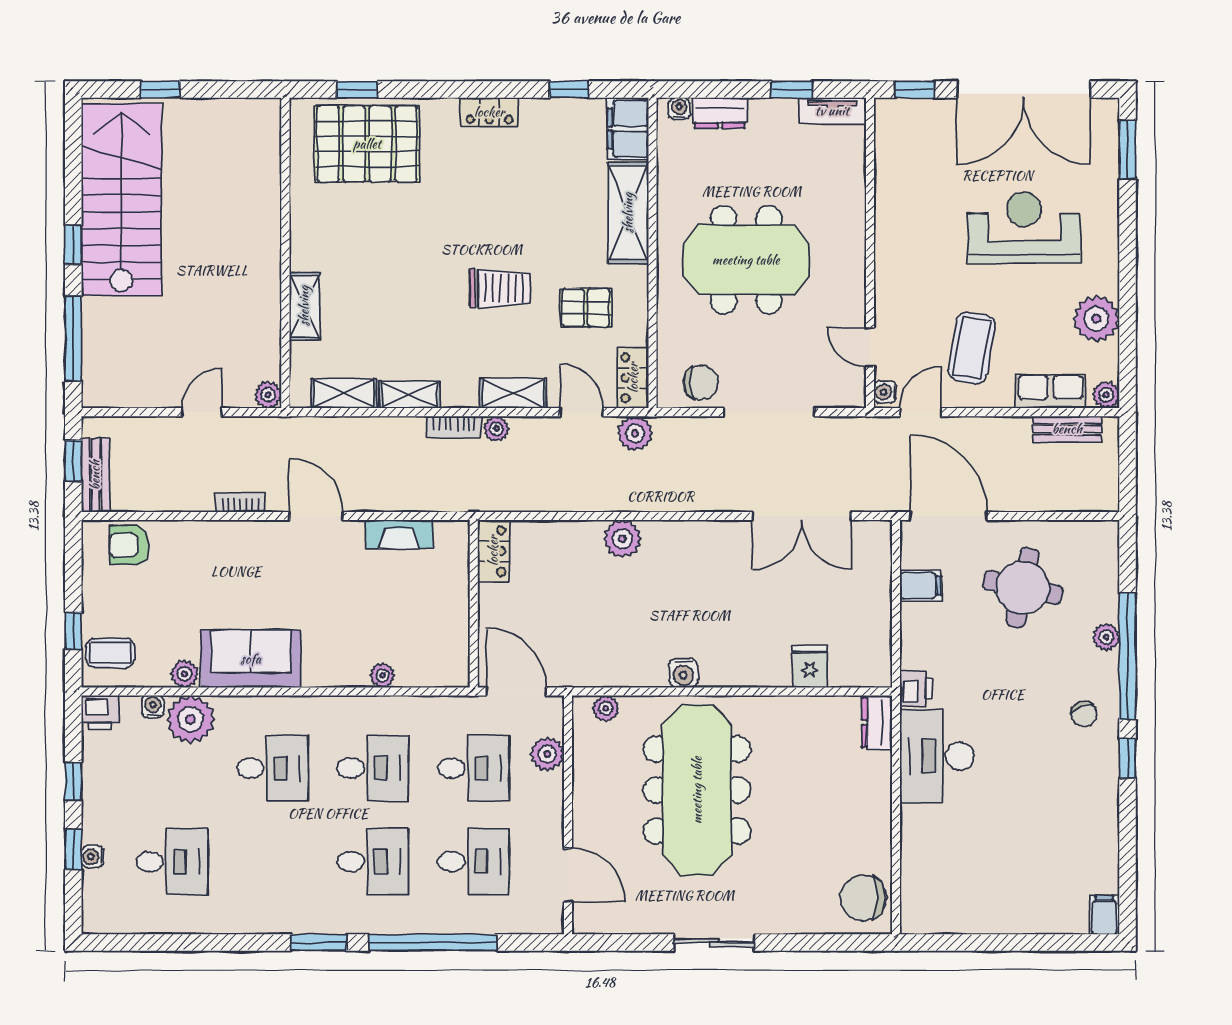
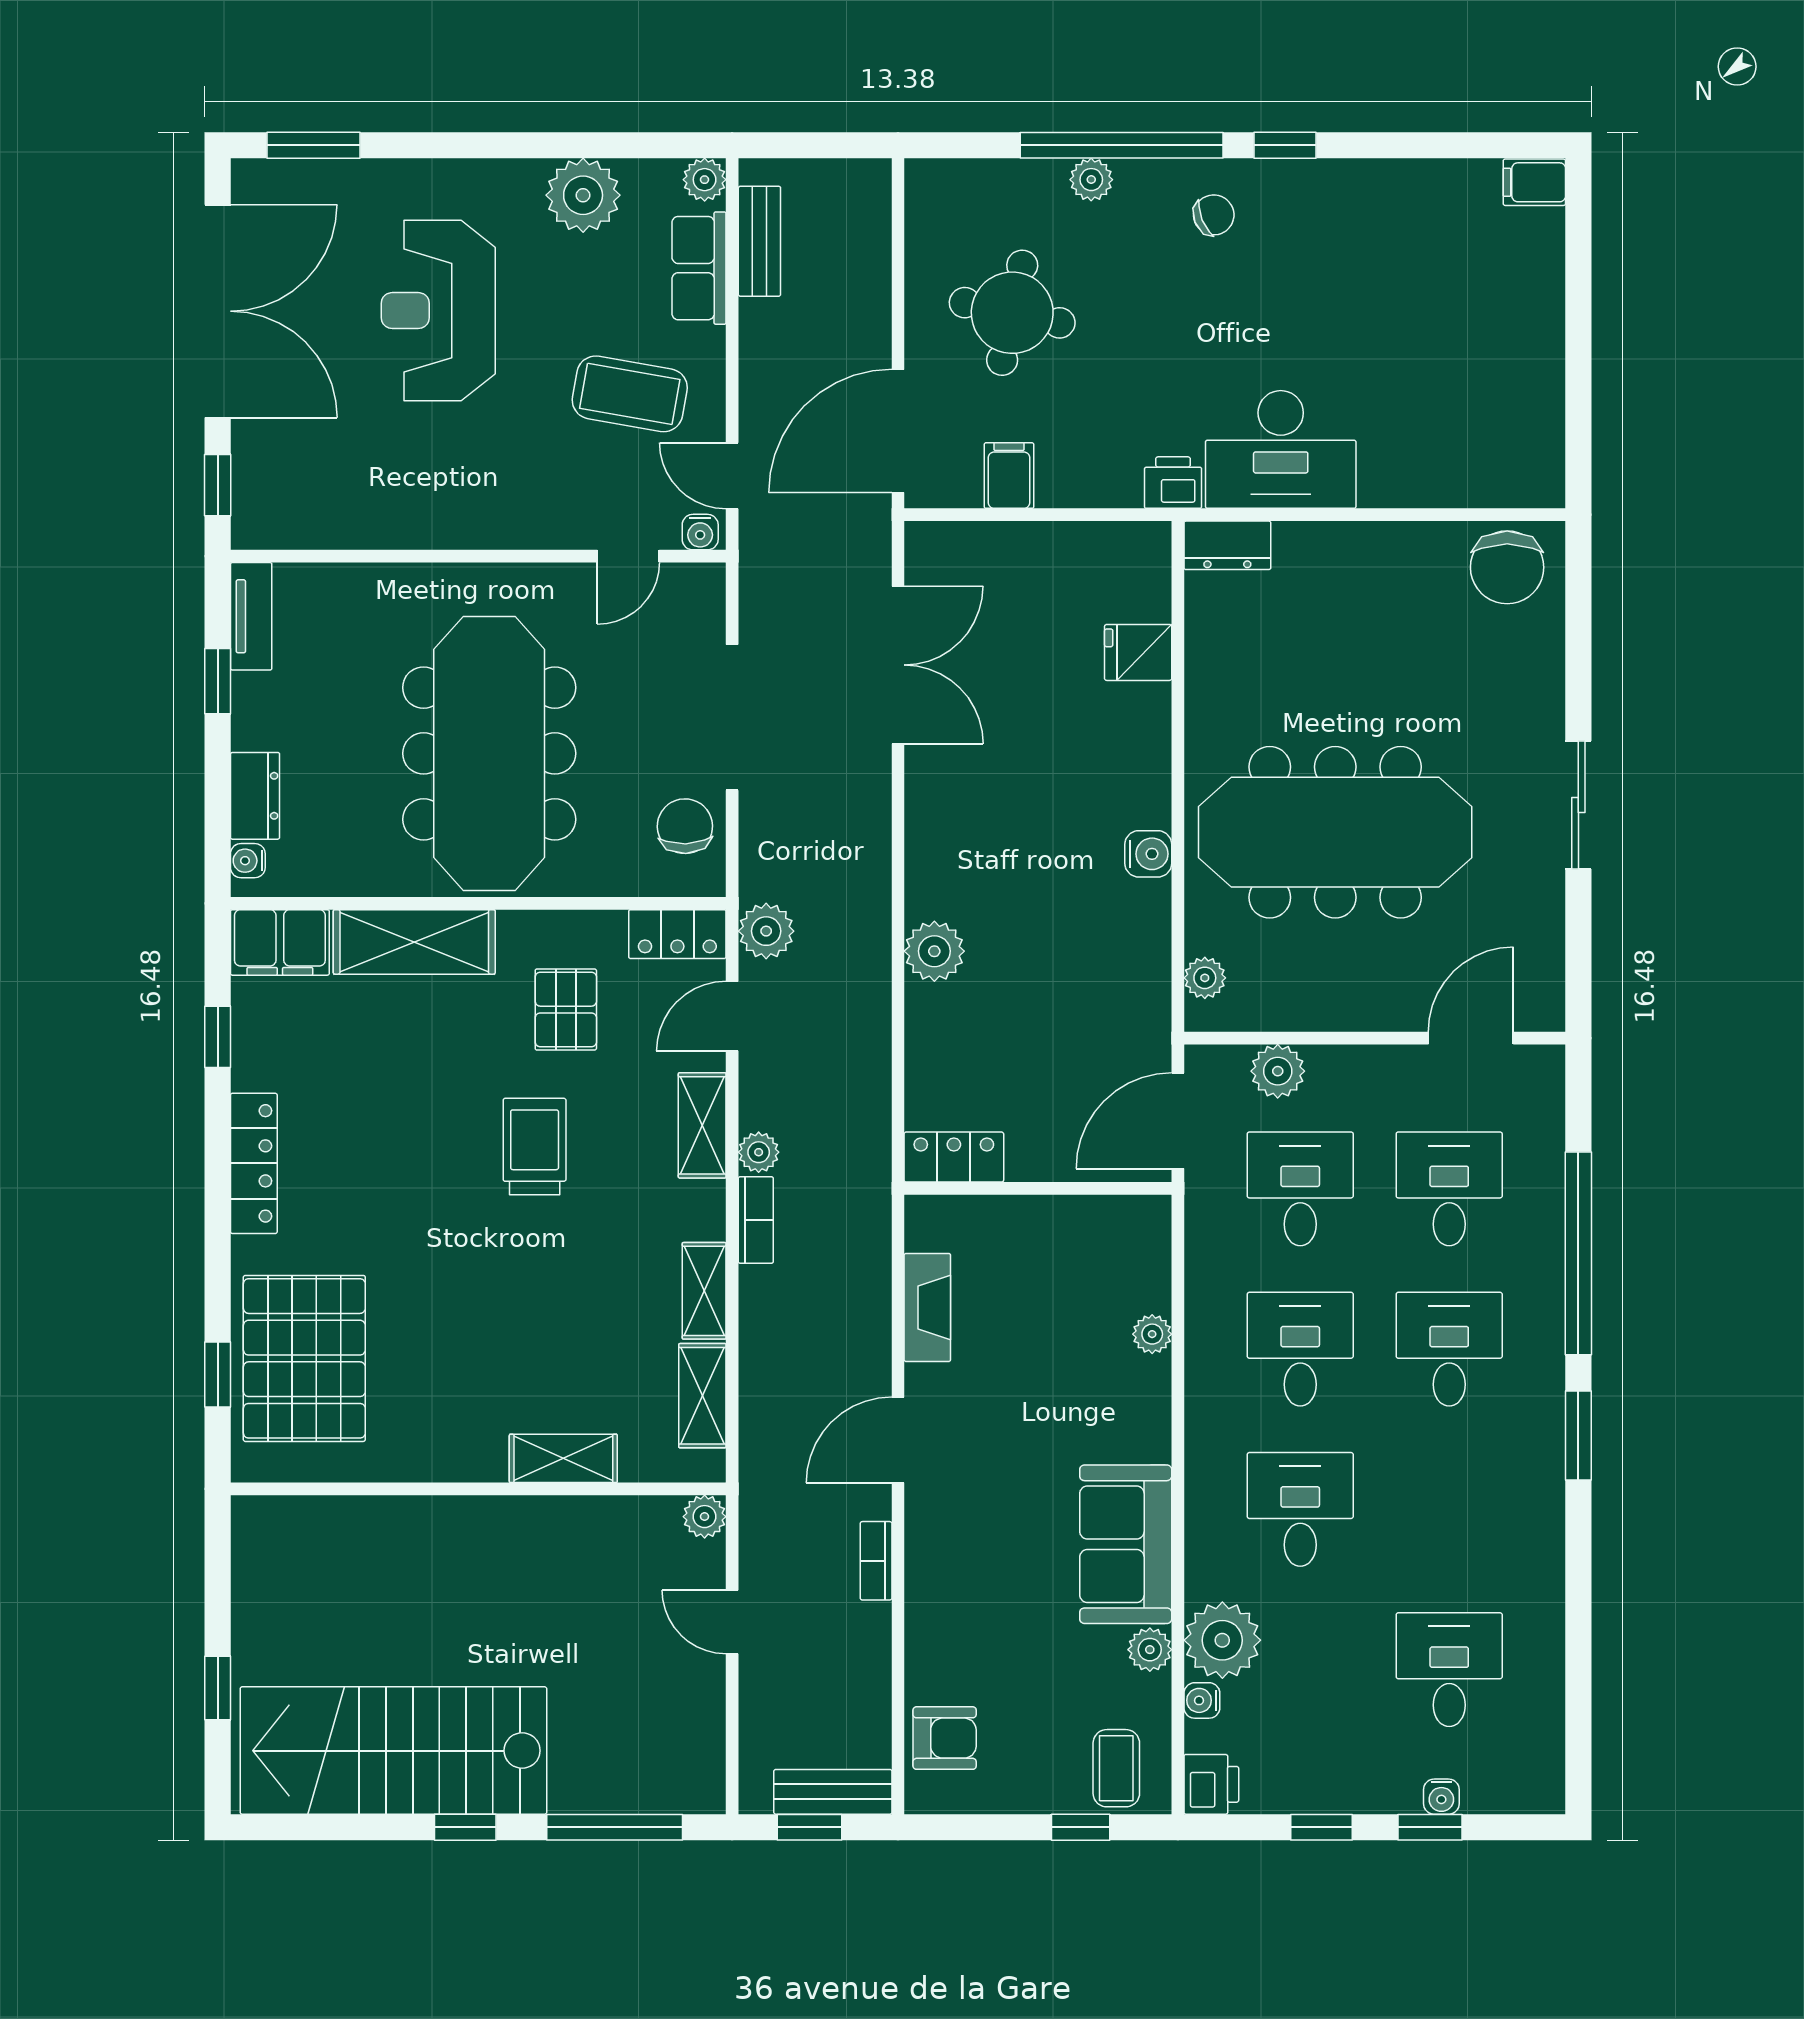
locker: (489, 112) -> (254, 1163), width x1.53
meeting table: (746, 260) -> (489, 753), width x1.36
armchair: (129, 545) -> (945, 1738), turned -90

